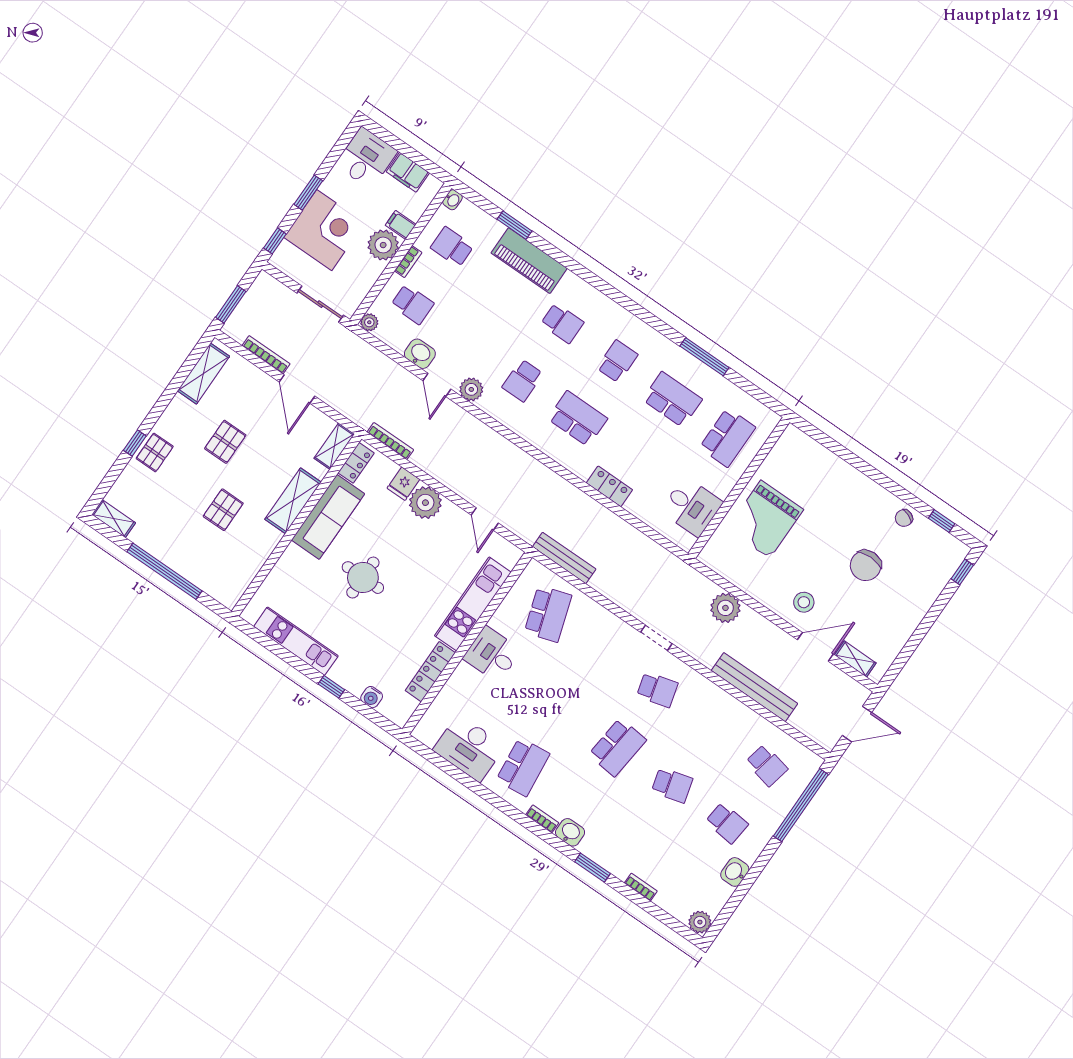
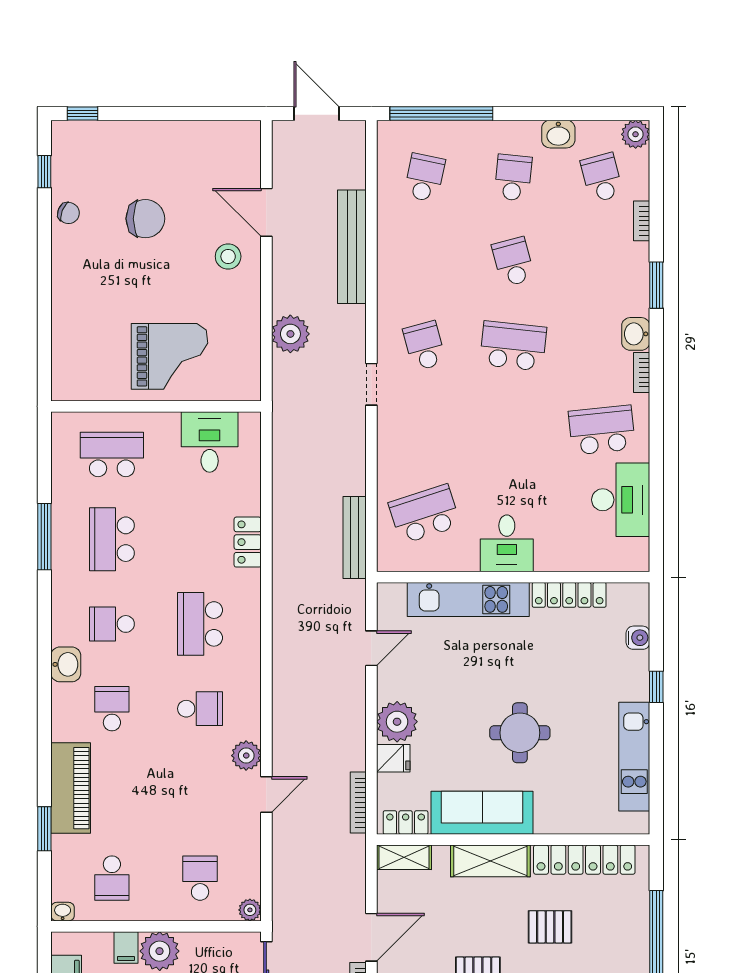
bookcase: (408, 262) -> (159, 913), removed
washbasin: (420, 354) -> (66, 664), moved, turned 180
locker: (251, 562) -> (584, 860), added
shelving: (855, 659) -> (250, 162), removed
school desk: (687, 881) -> (602, 178), added

